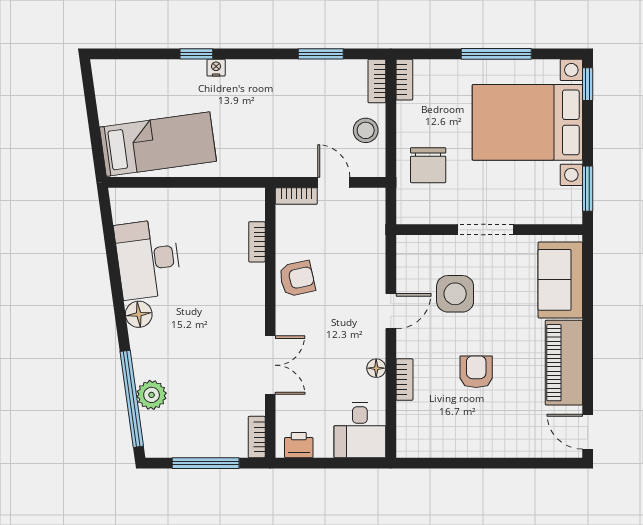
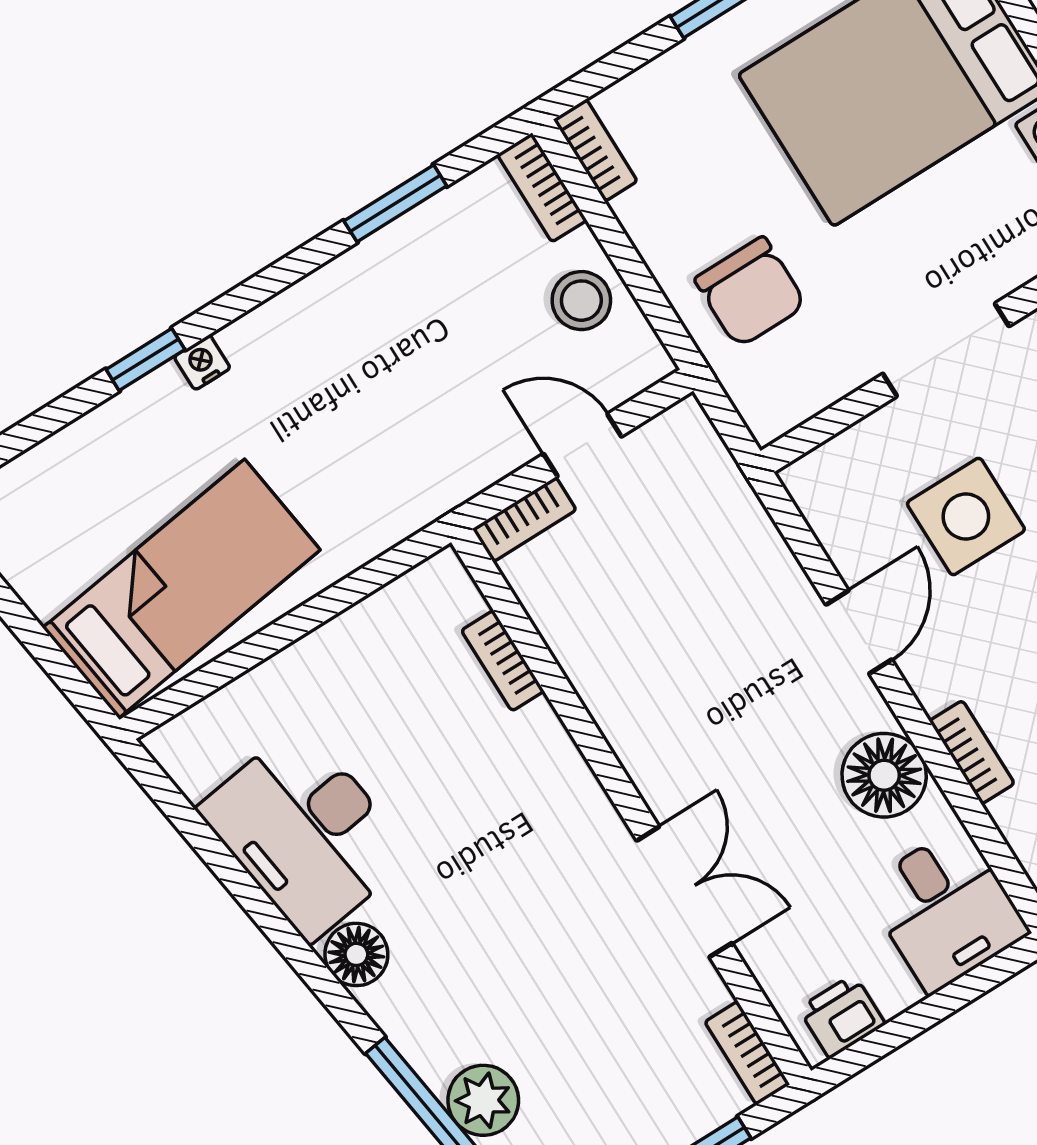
armchair: (297, 279) -> (629, 684), removed
floor lamp: (376, 368) -> (884, 775), width x1.89, depth x1.89

